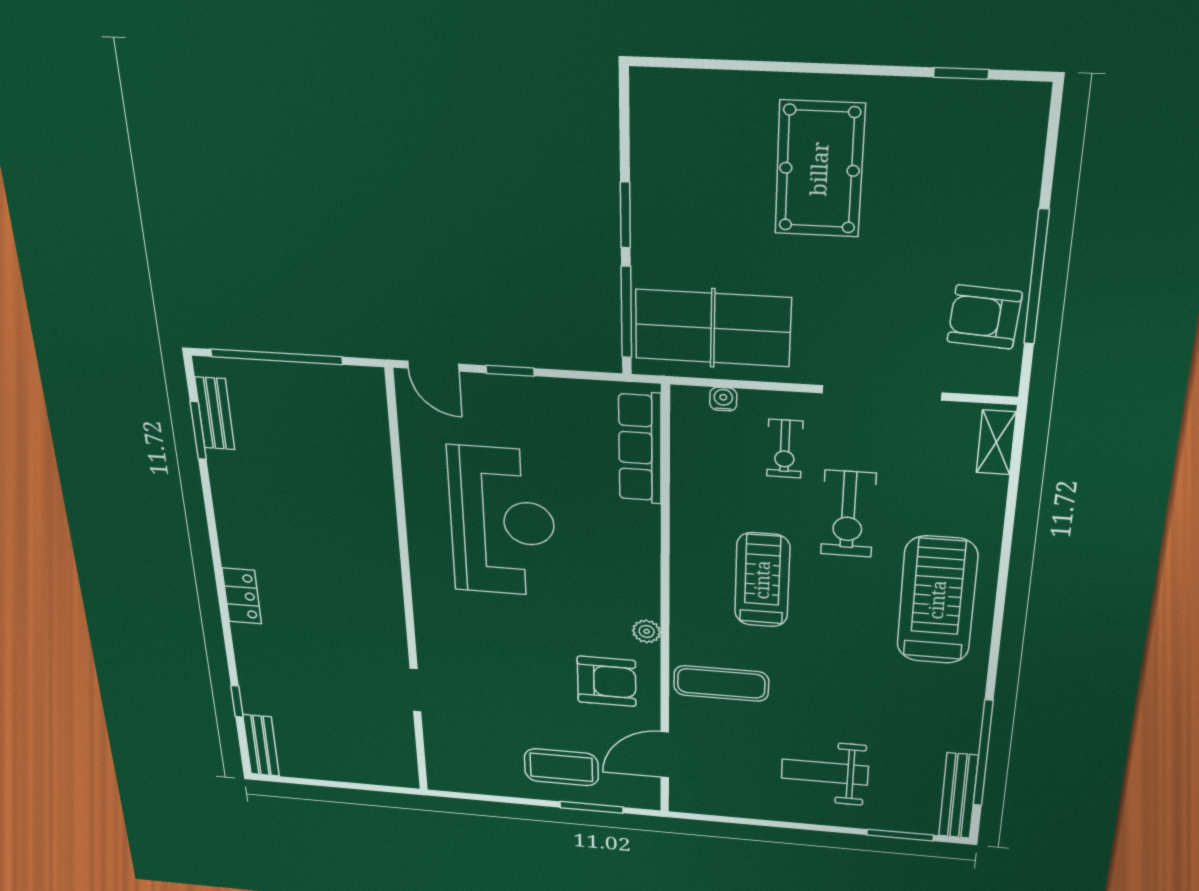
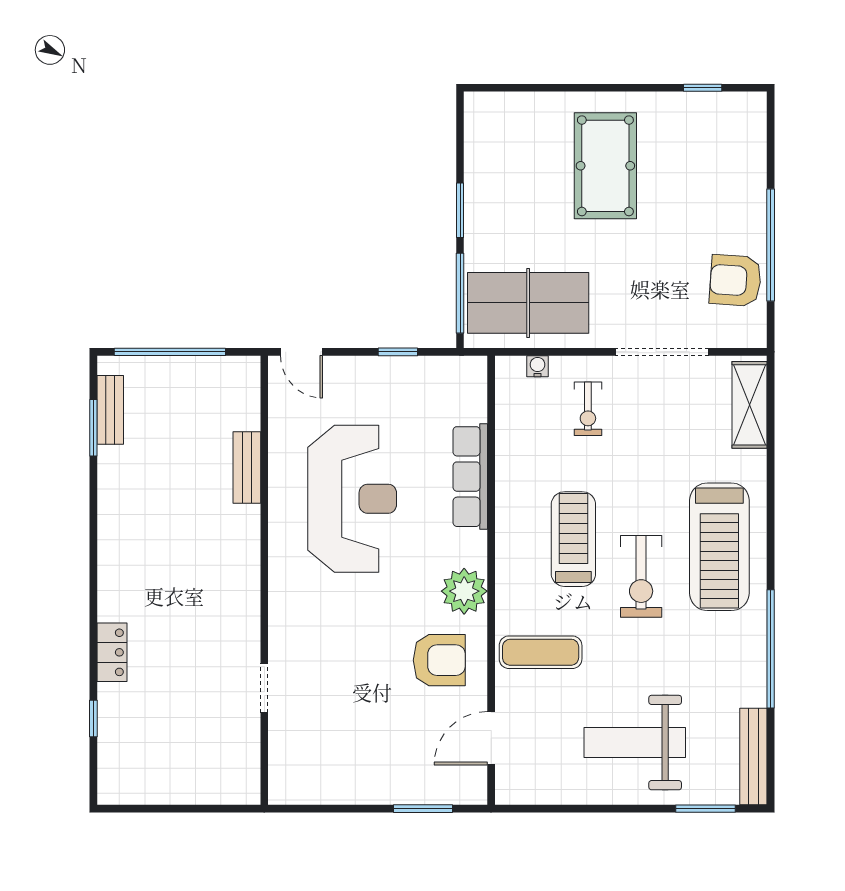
window: (510, 371) -> (398, 352), moved
shelving: (996, 442) -> (750, 405), width x1.50, depth x1.33
row of seats: (640, 448) -> (470, 477), moved
exercise bike: (848, 514) -> (641, 576), moved
locker: (242, 596) -> (112, 652), moved
treadmill: (937, 600) -> (719, 547), turned 180
plant: (647, 631) -> (464, 591), width x1.87, depth x1.87
bench: (261, 745) -> (247, 467), moved
window: (983, 753) -> (771, 649), moved
coffee table: (561, 767) -> (396, 764), removed
weight bench: (825, 772) -> (635, 743), width x1.36, depth x1.33

